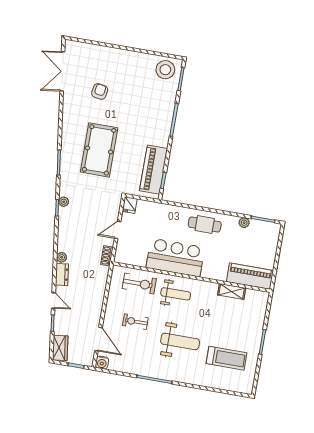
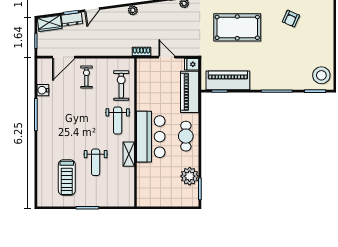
armchair: (100, 91) -> (291, 19), turned 105
plant: (244, 223) -> (190, 176), width x1.87, depth x1.87
bar counter: (175, 258) -> (151, 137), moved
dresser: (62, 274) -> (72, 19), moved
piano: (250, 276) -> (190, 92), moved, turned 180
exercise bike: (139, 284) -> (121, 86), turned 180
shelving: (232, 291) -> (129, 154), moved
exercise bike: (135, 322) -> (86, 77), moved
weight bench: (180, 341) -> (96, 162), moved, width x0.73, depth x0.75
water cooler: (102, 363) -> (43, 90), moved

